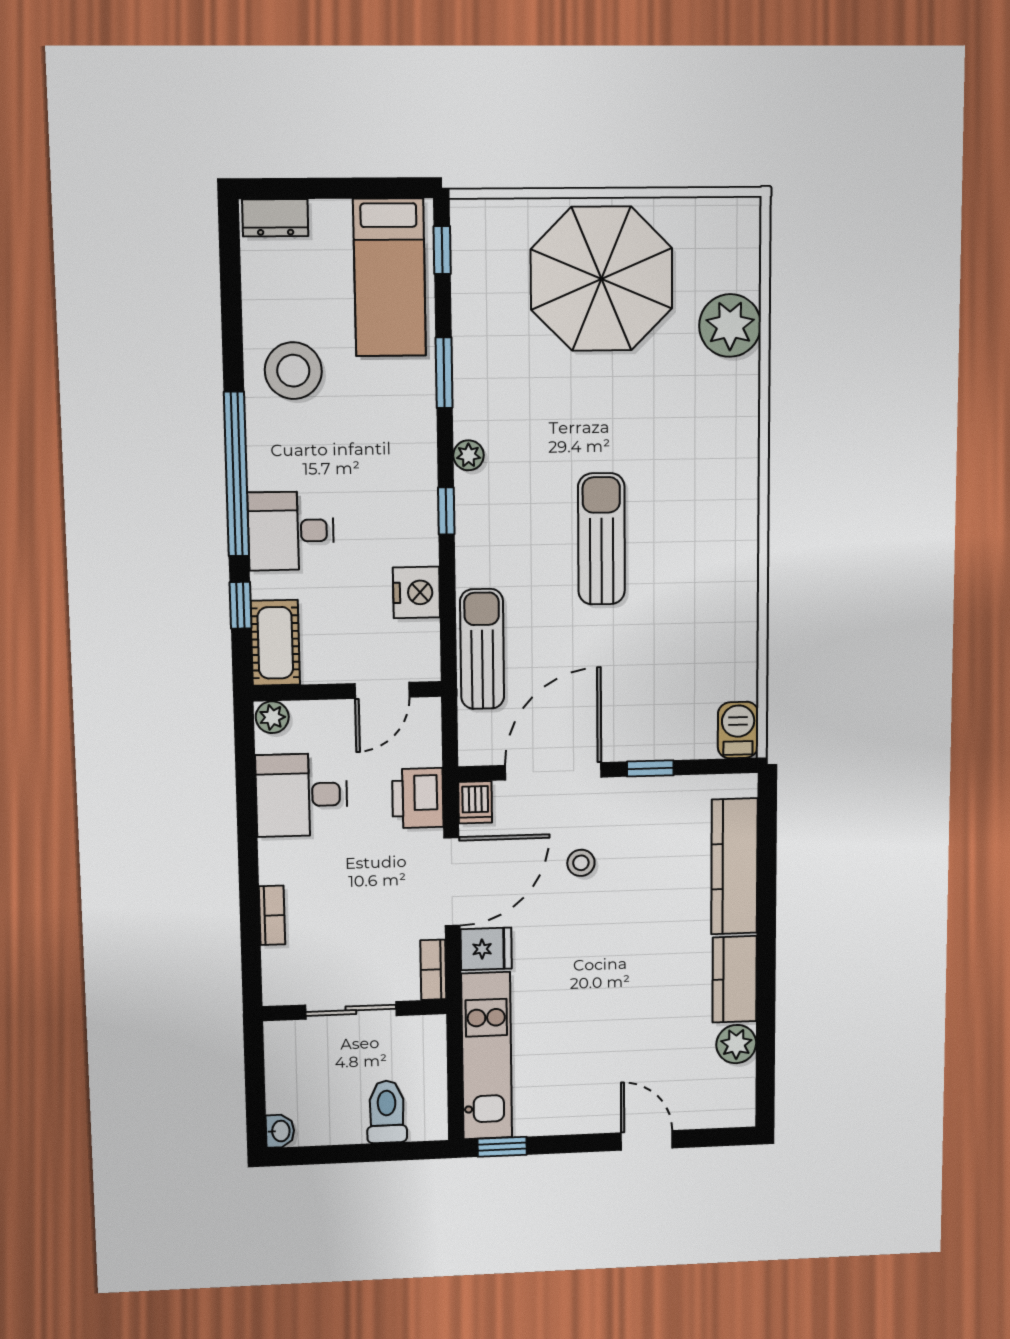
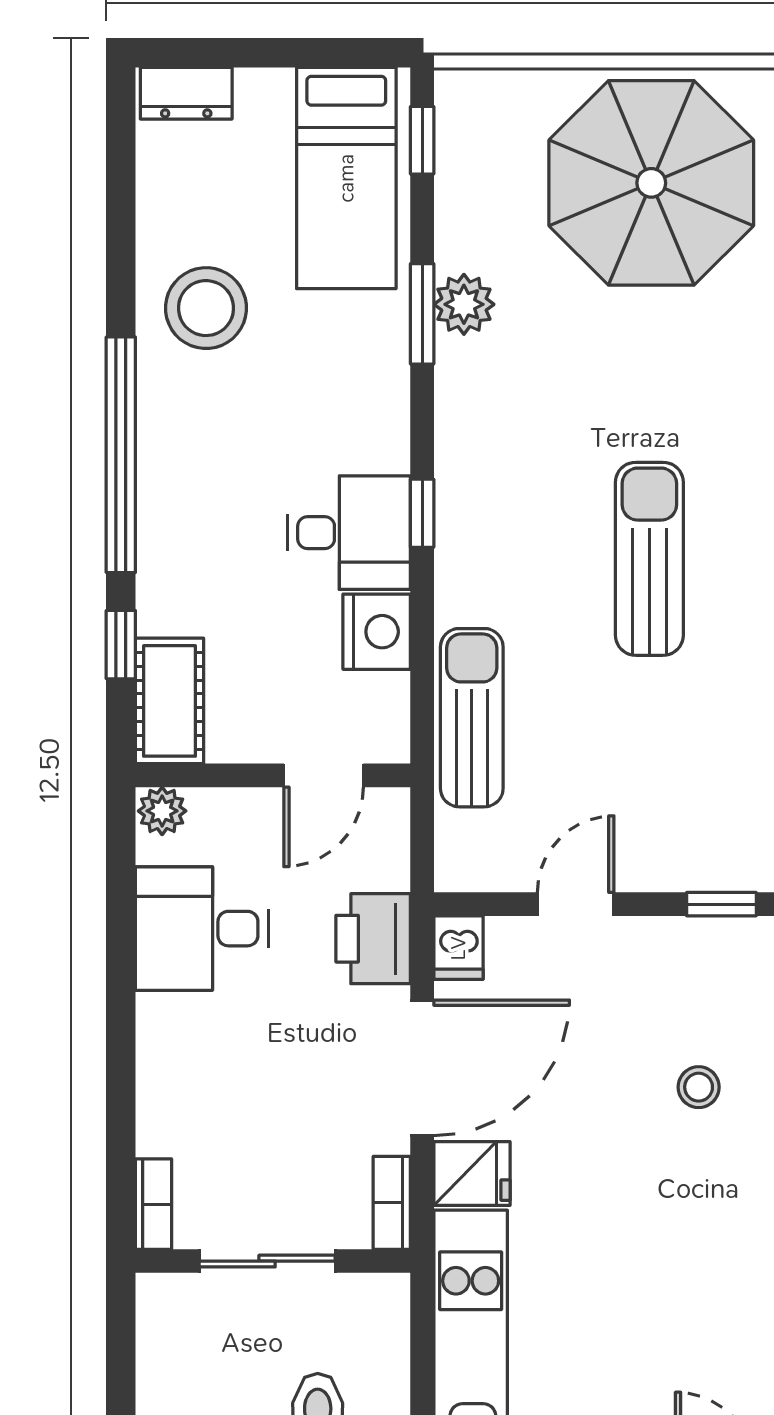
plant: (469, 455) -> (464, 304), moved, width x1.38, depth x1.38
desk: (291, 531) -> (349, 533), moved, turned 180
door: (553, 771) -> (576, 904), width x0.53
stool: (581, 863) -> (699, 1087), moved
bookcase: (272, 915) -> (154, 1204), moved

